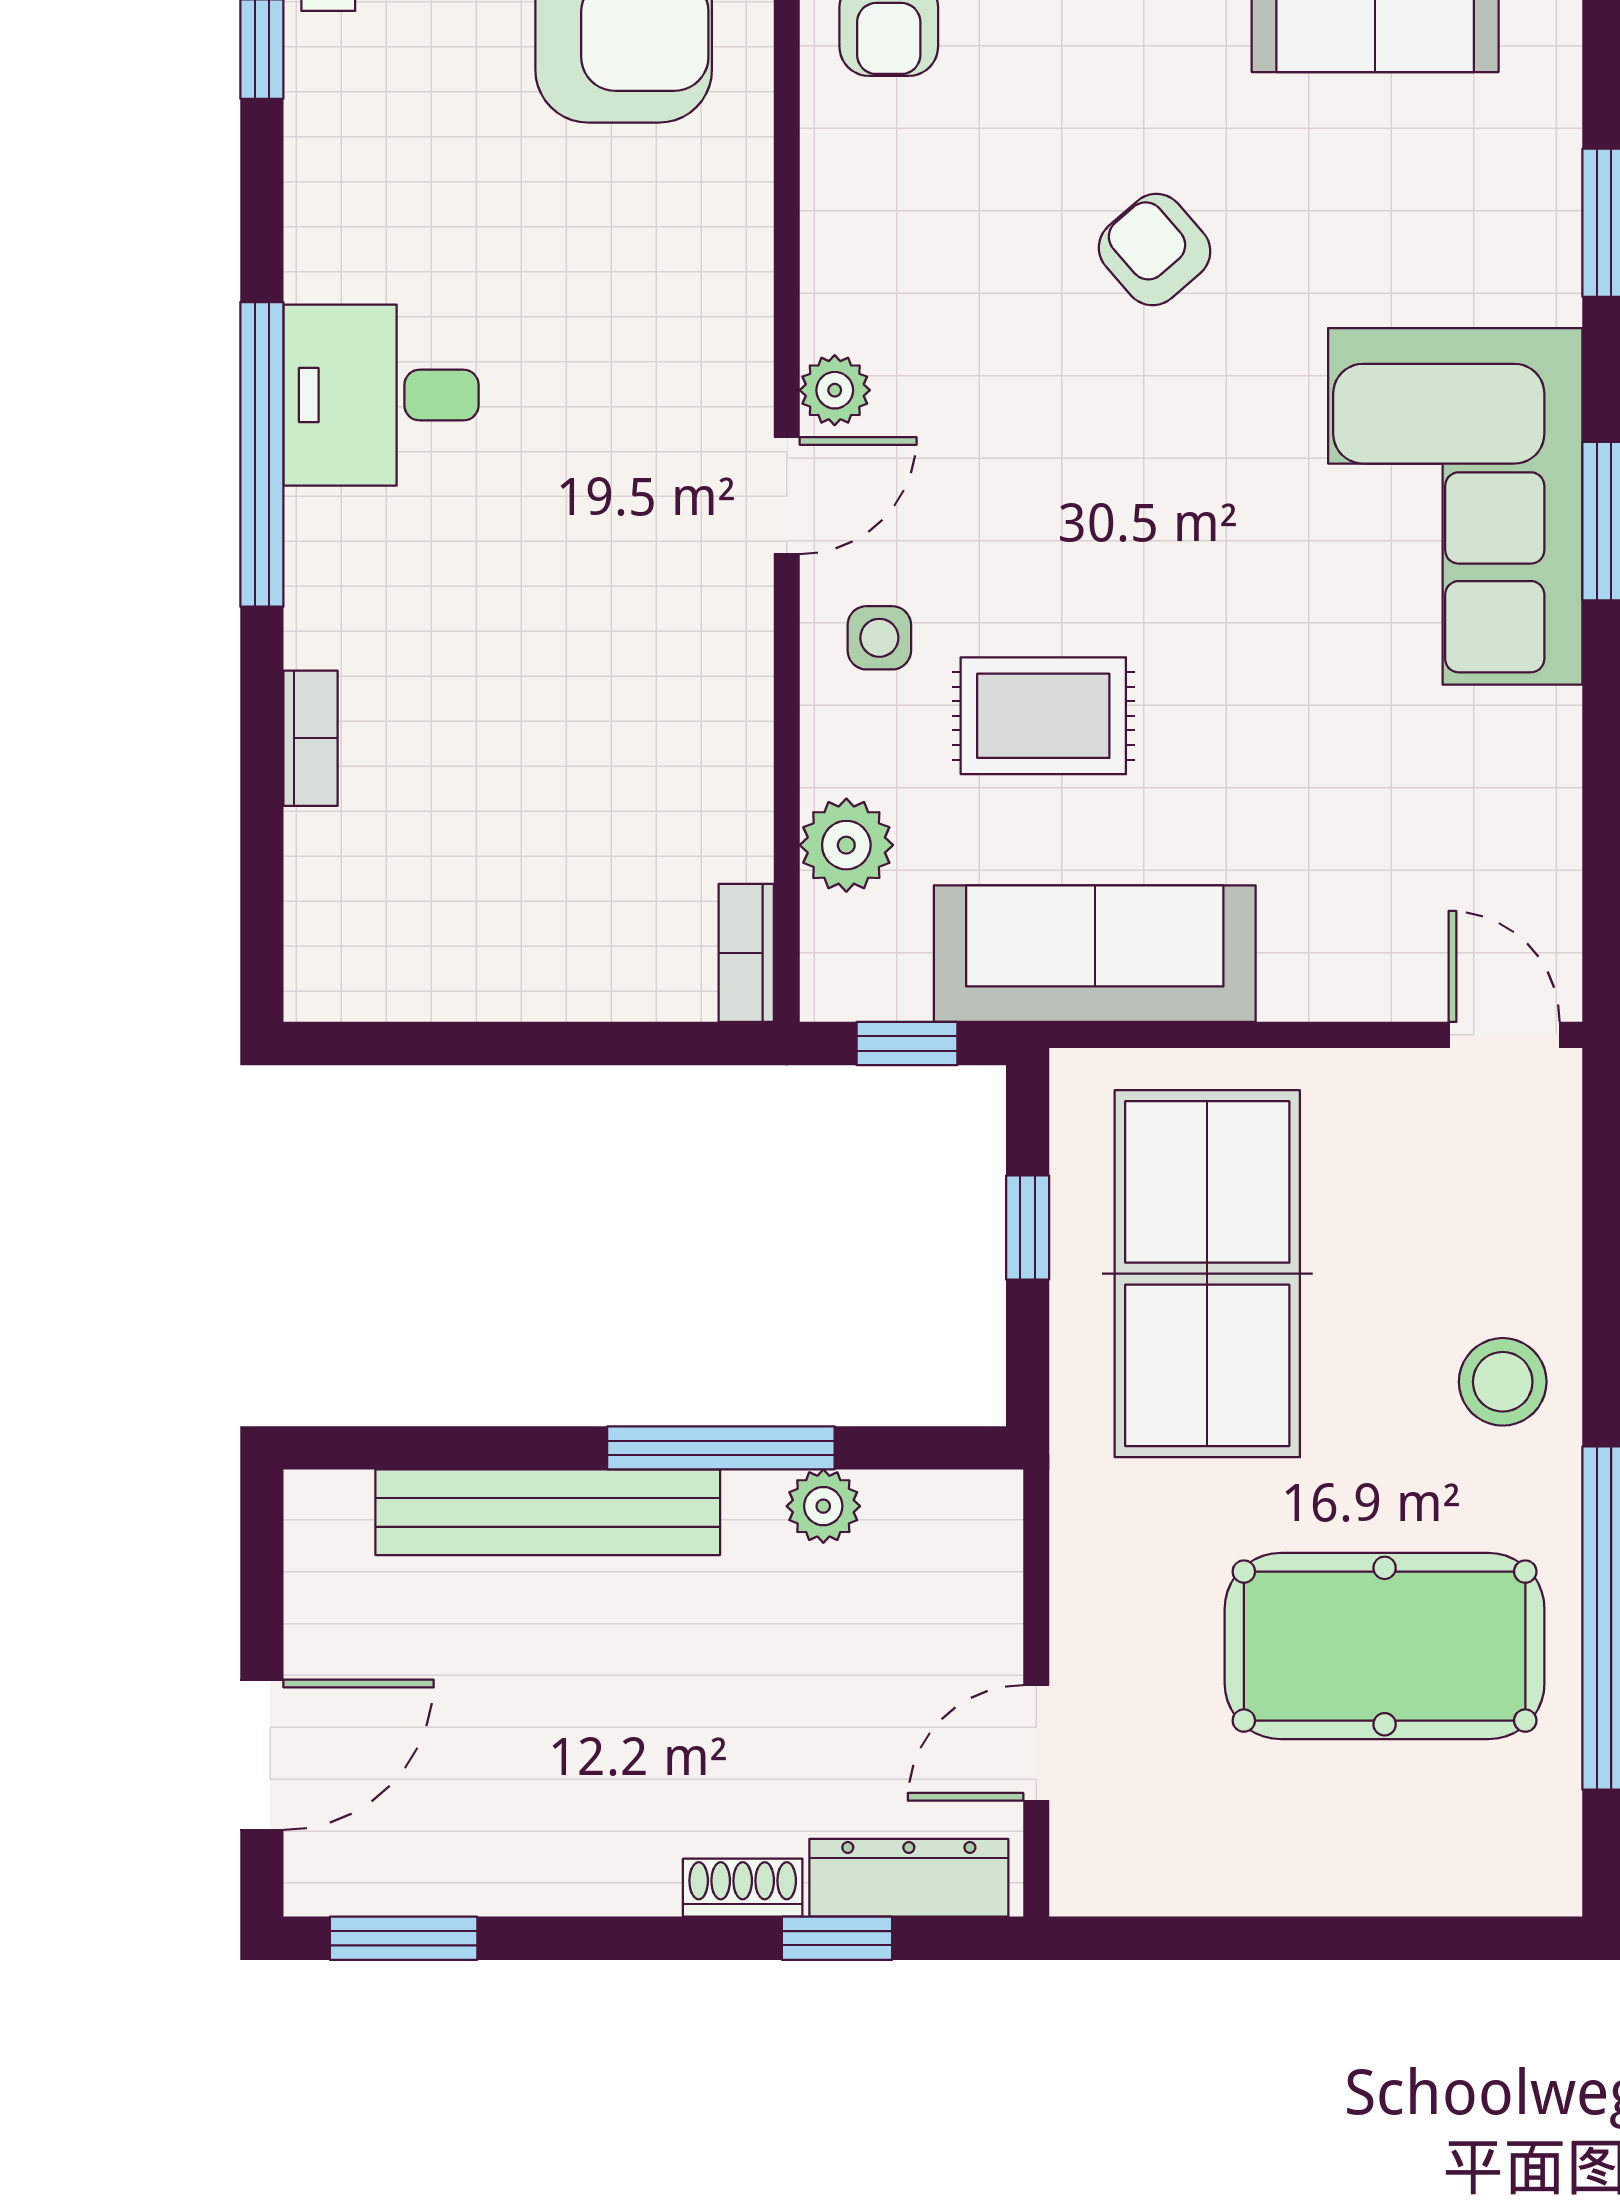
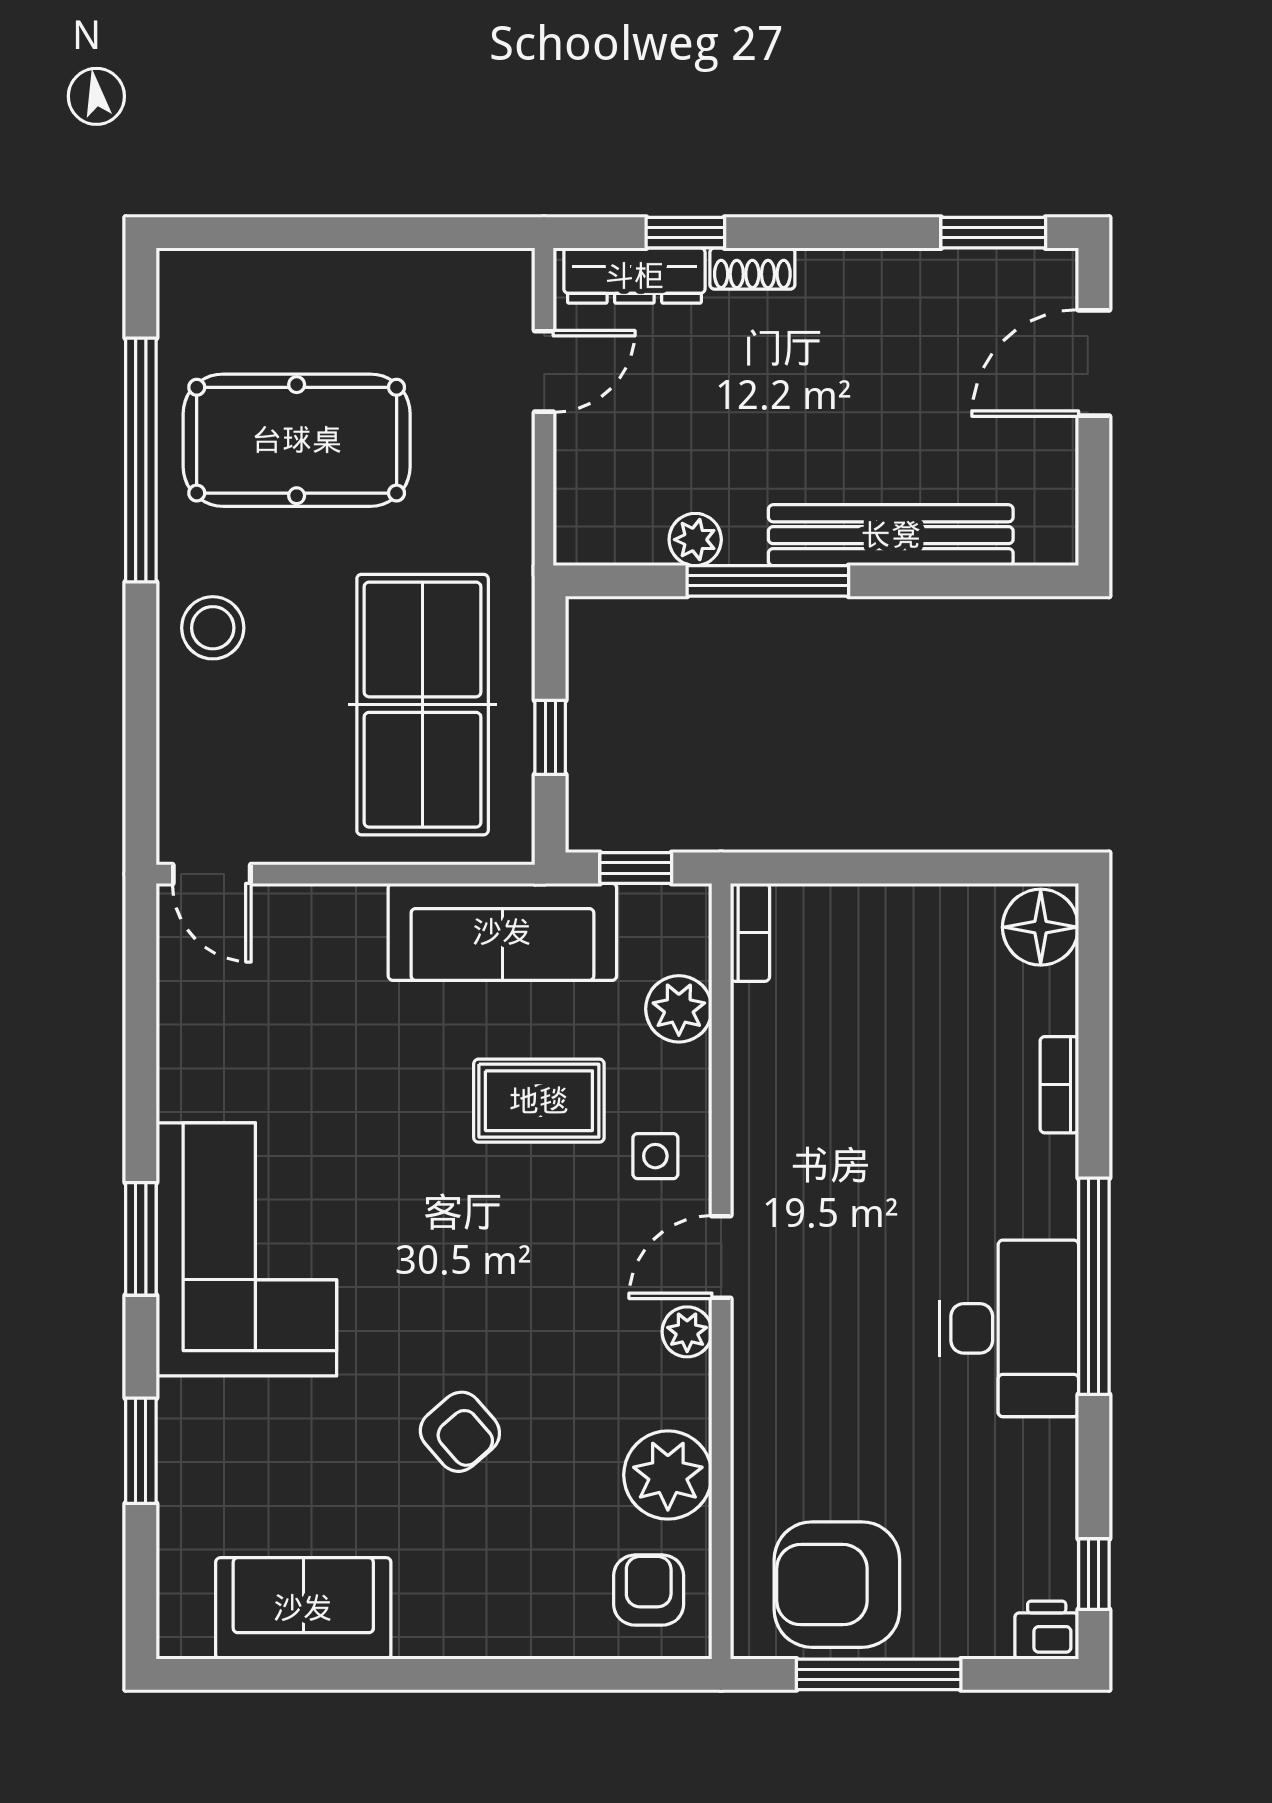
plant: (862, 189) -> (668, 1475), added
desk: (381, 395) -> (1009, 1328), width x1.37
floor lamp: (337, 960) -> (1041, 927), added

